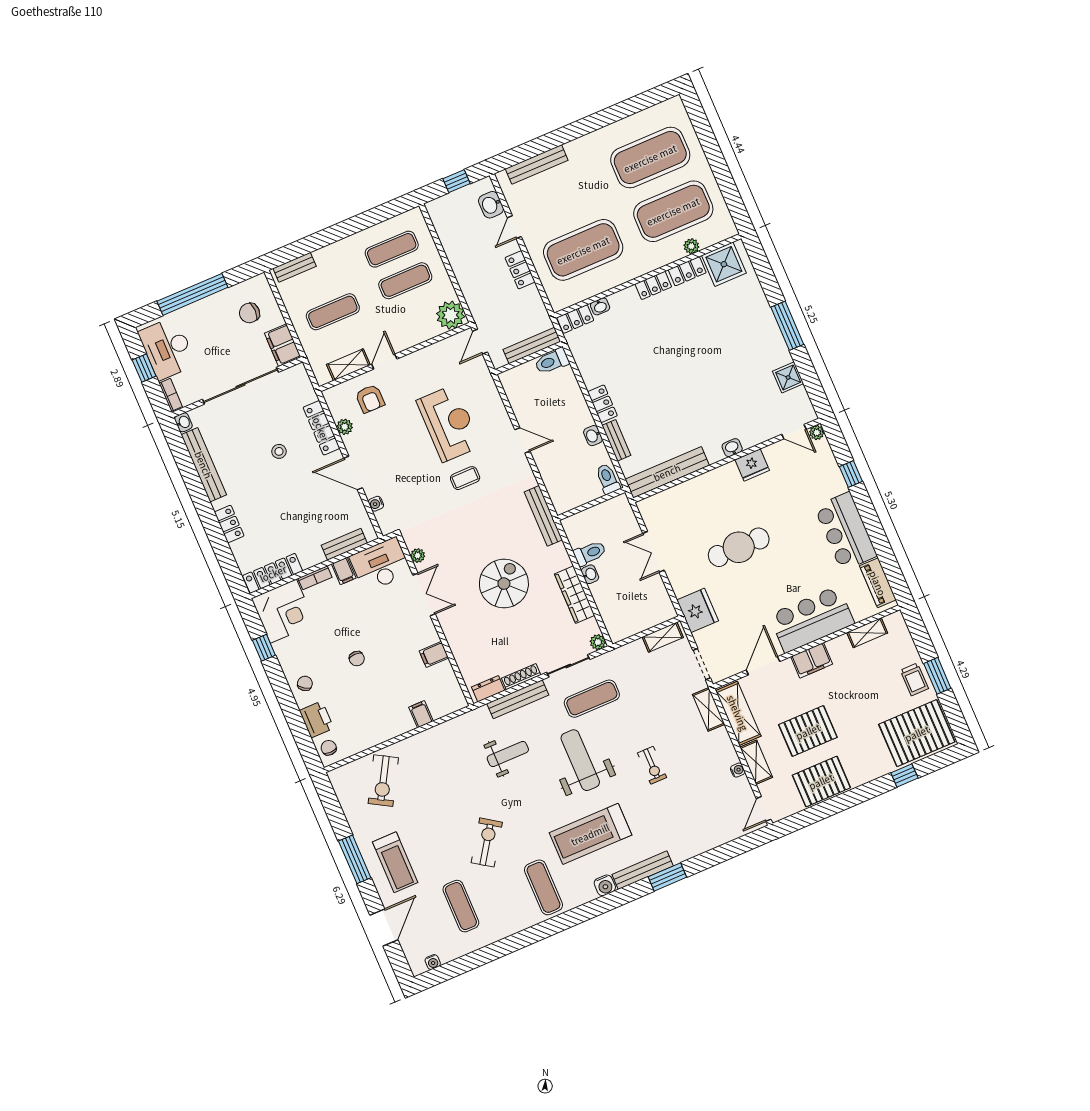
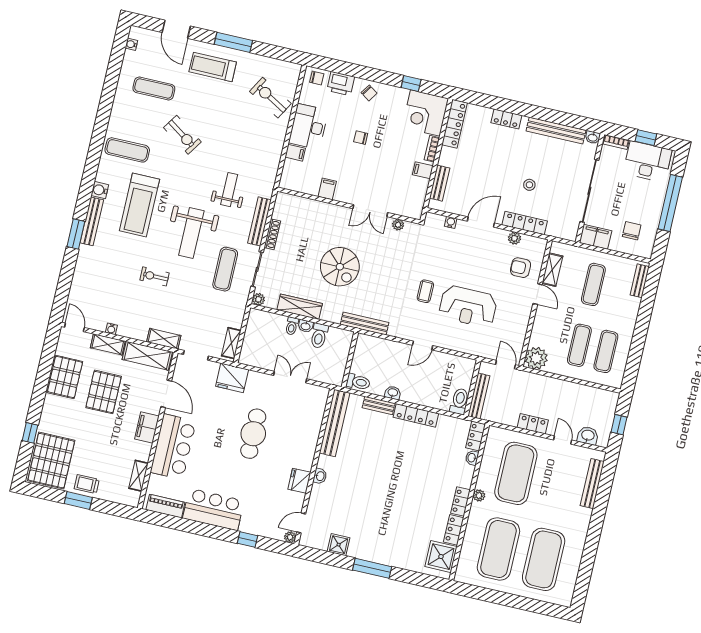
plant: (691, 246) -> (479, 496), moved
locker: (602, 404) -> (416, 415), width x1.53
desk: (380, 565) -> (308, 127), moved, turned 180
toilet: (600, 588) -> (292, 326), added
dresser: (488, 689) -> (280, 207), removed
weight bench: (508, 754) -> (229, 190), turned 180
weight bench: (580, 760) -> (191, 233), turned 90
treadmill: (590, 834) -> (139, 205), turned 180

